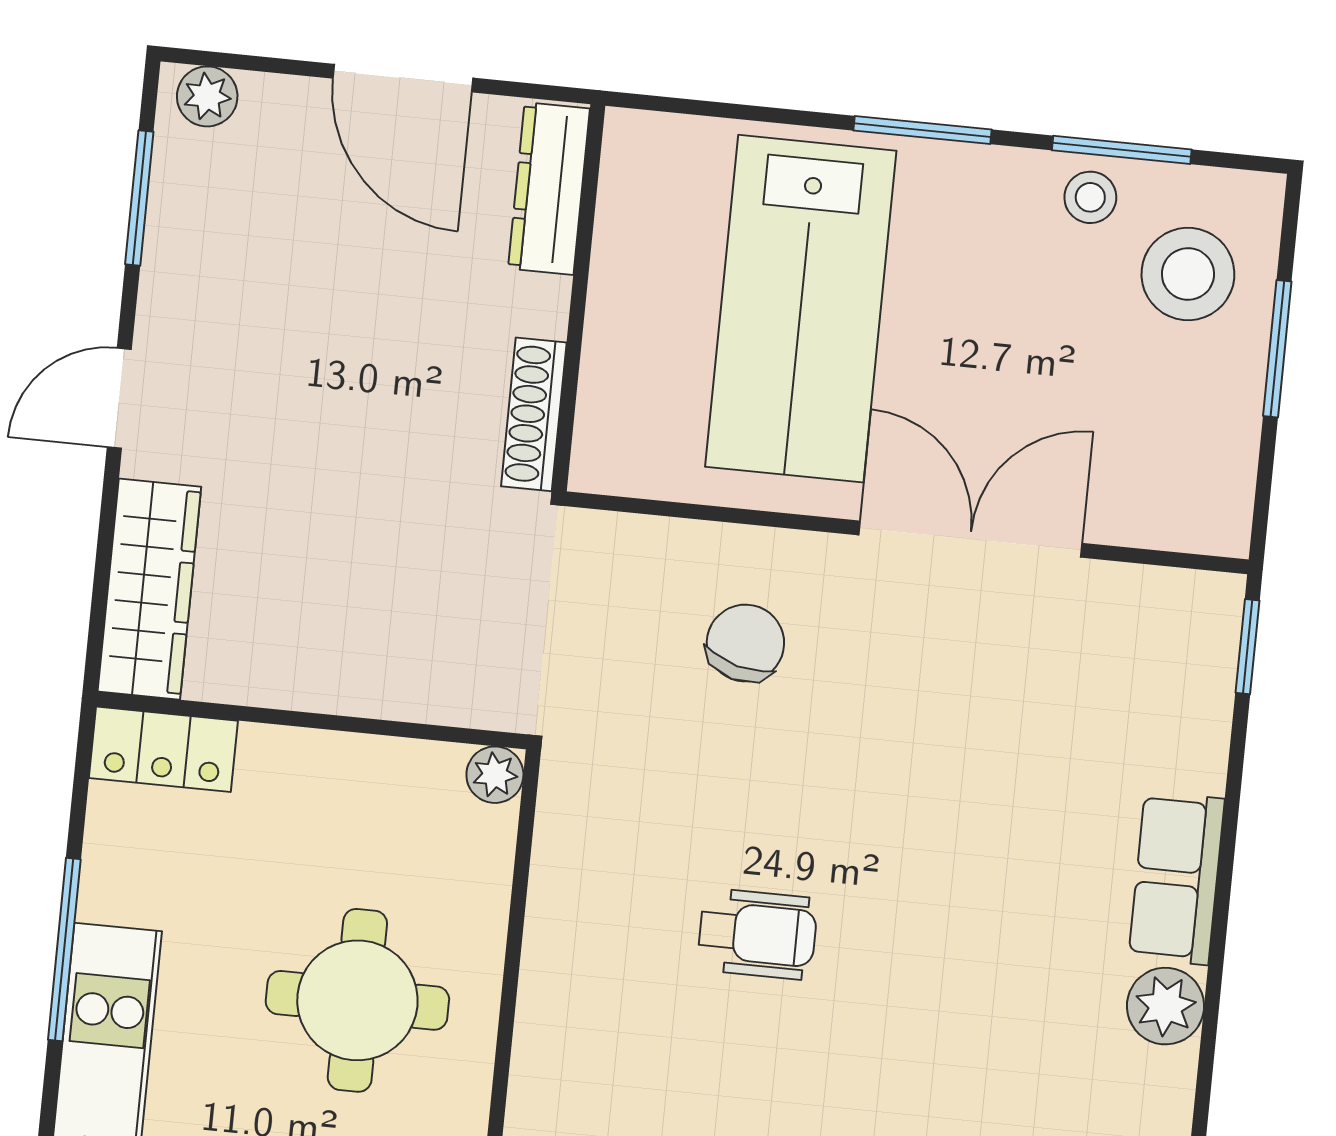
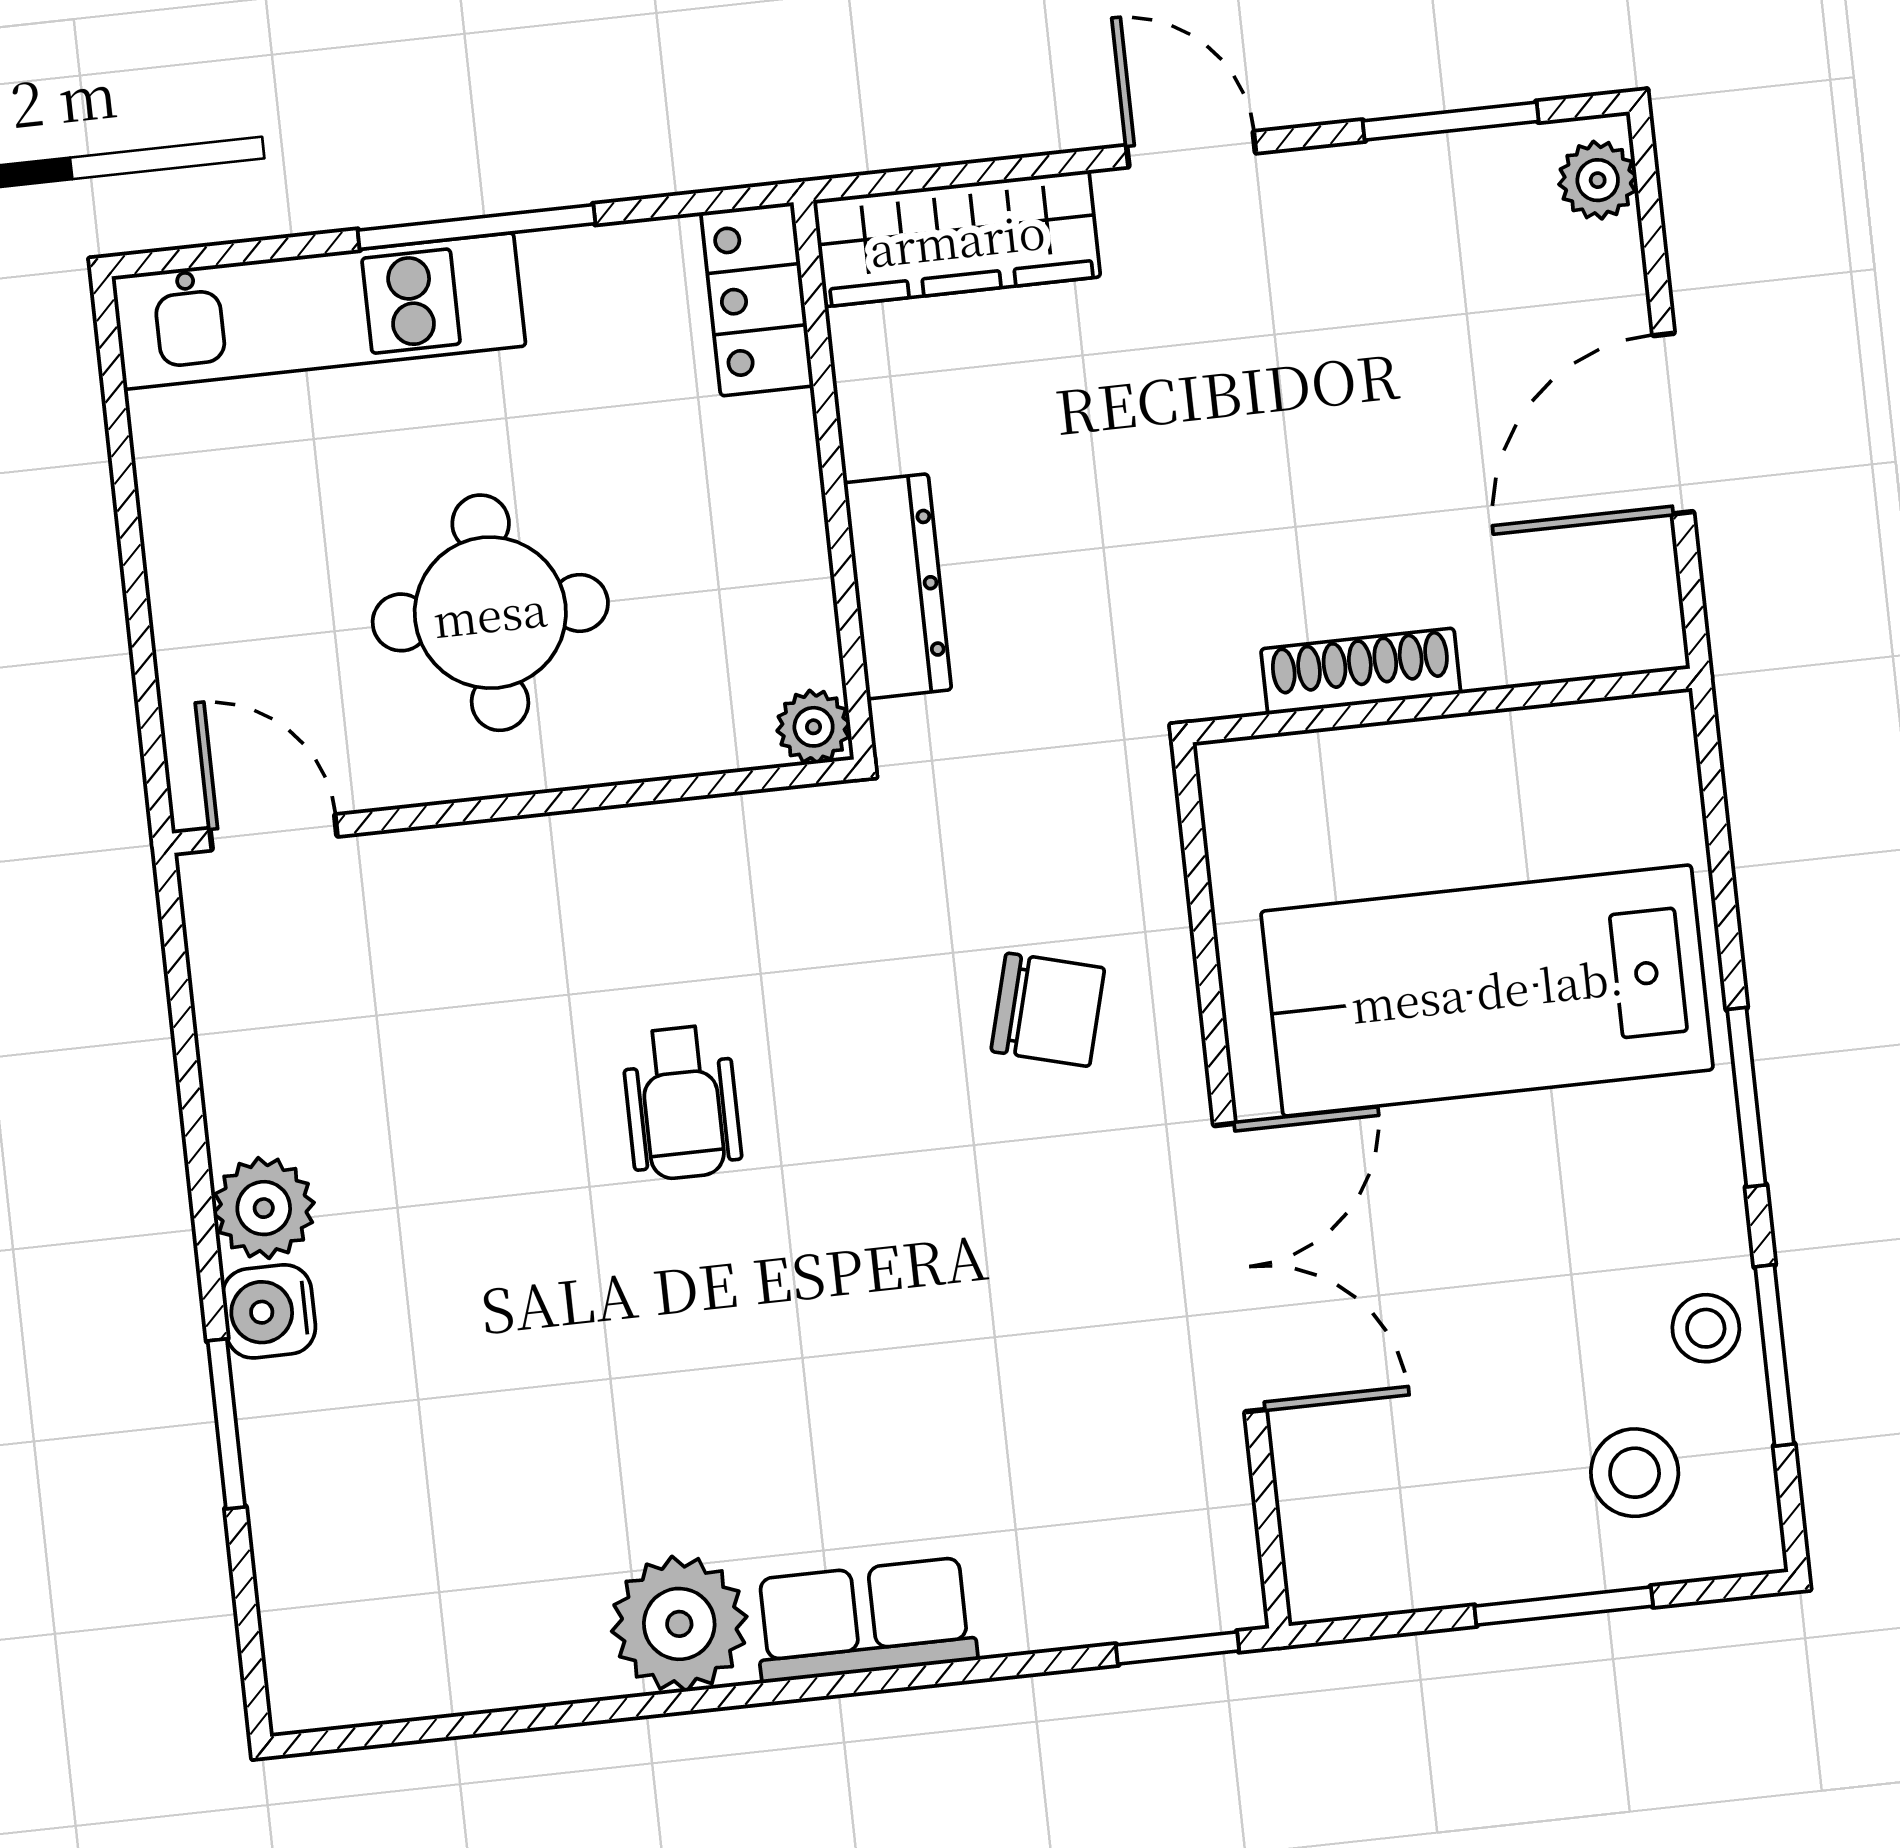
dresser: (549, 189) -> (898, 586), moved, turned 90
stool: (1188, 274) -> (1635, 1473), width x0.73, depth x0.73
shoe rack: (534, 414) -> (1361, 671), moved
plant: (1165, 1006) -> (679, 1624), width x1.36, depth x1.36

